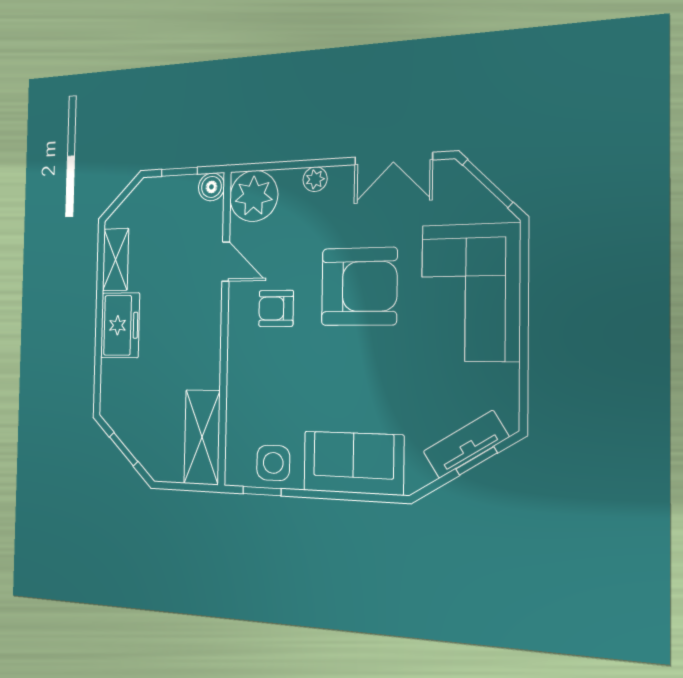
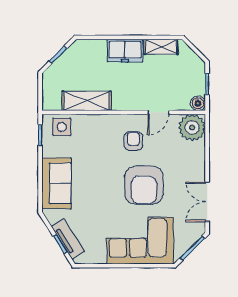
plant: (315, 179) -> (199, 161), removed
shelving: (202, 437) -> (87, 101), moved
side table: (273, 463) -> (62, 127), moved

